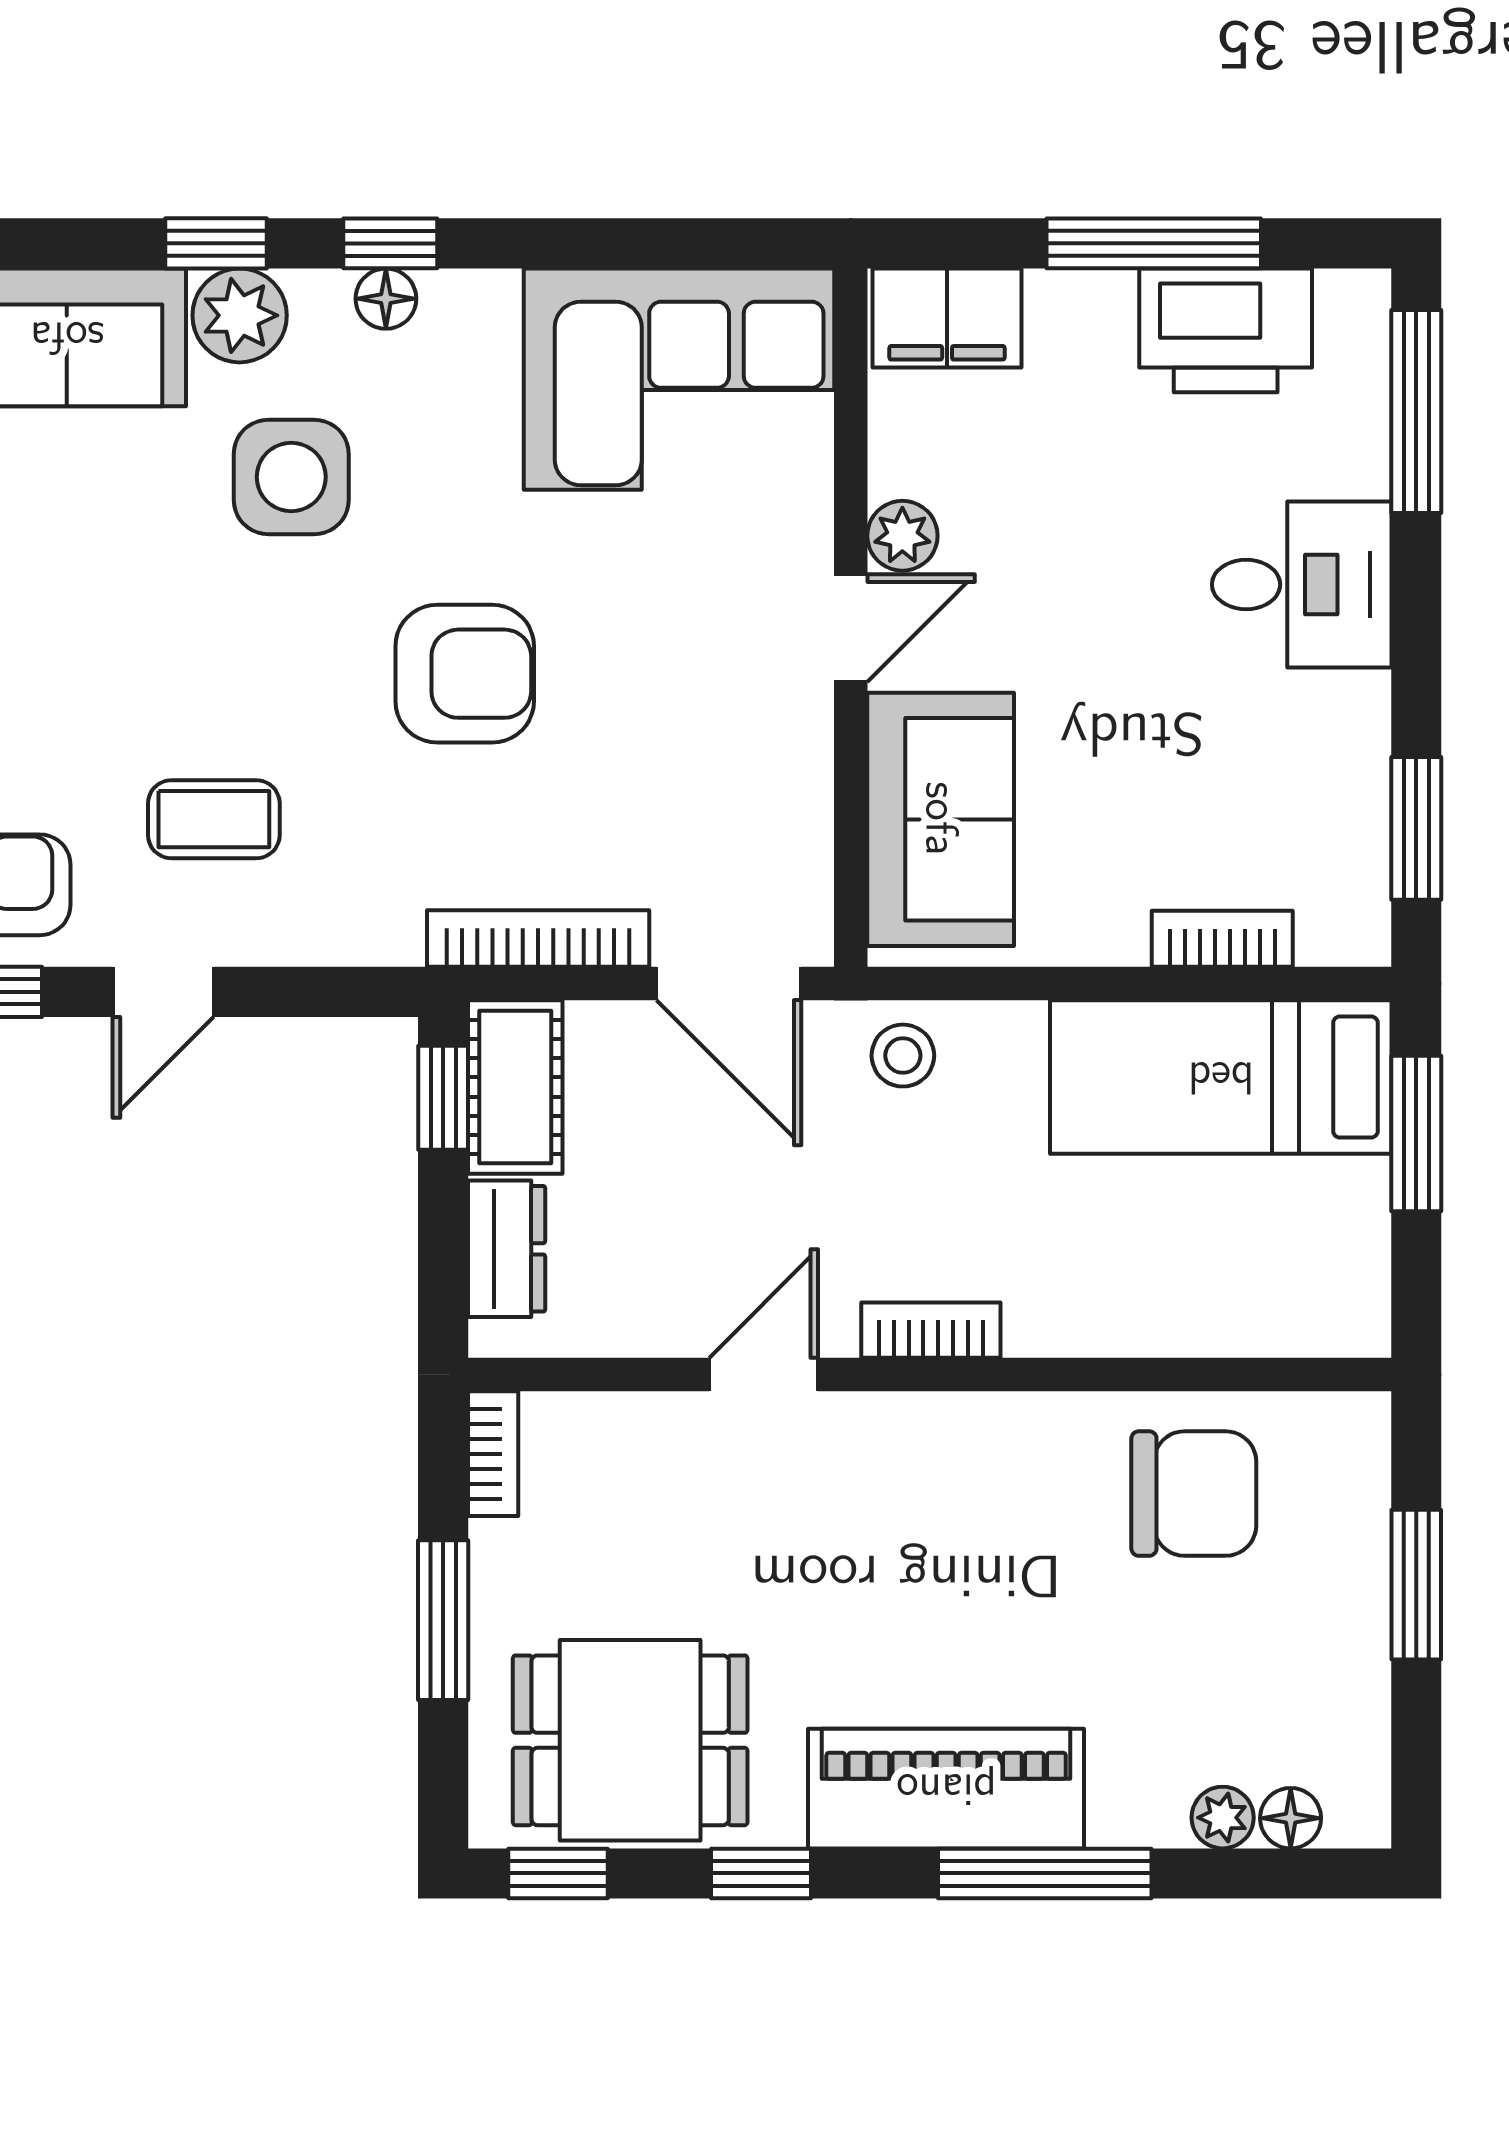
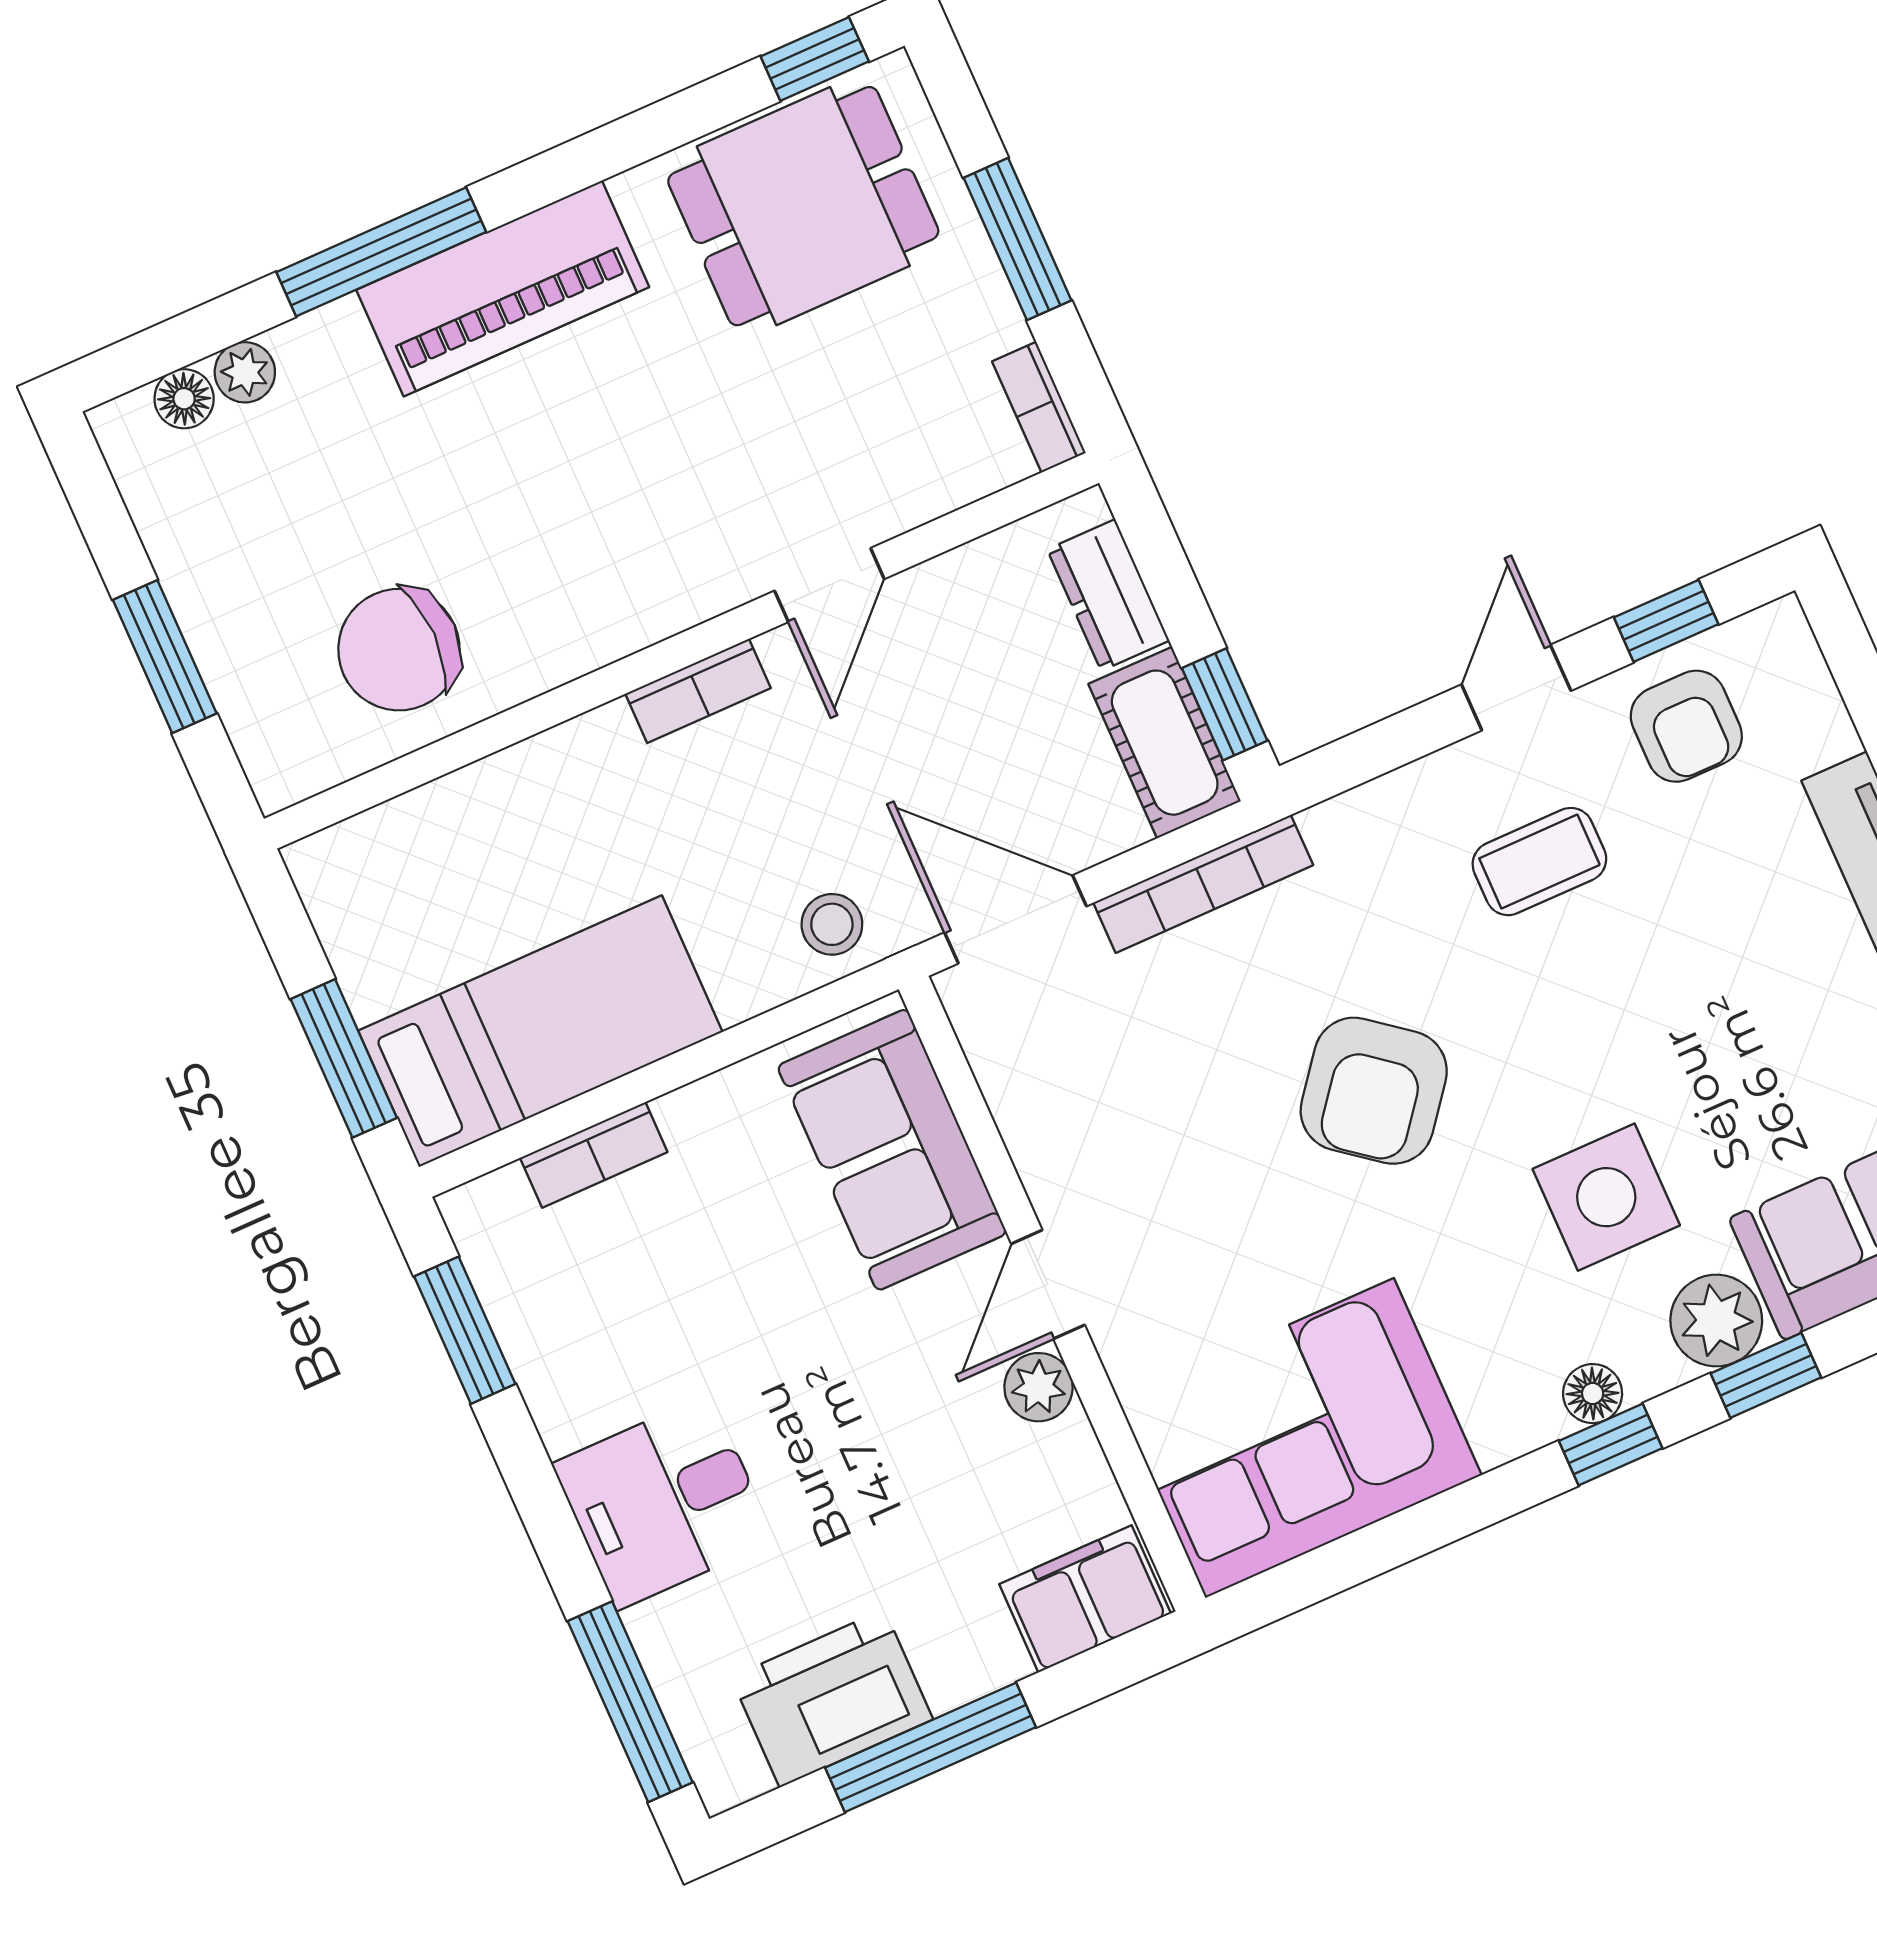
armchair: (465, 674) -> (1374, 1091), turned -52
window: (761, 1873) -> (634, 139), removed

